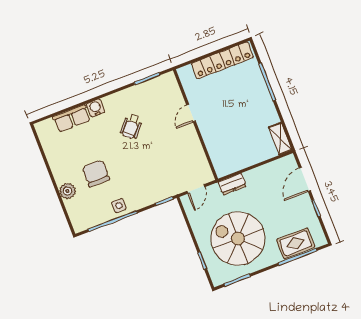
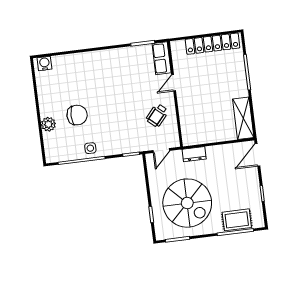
water cooler: (96, 108) -> (44, 63), moved
row of seats: (72, 118) -> (162, 58), moved, turned 90
wheelchair: (131, 126) -> (157, 115), moved
shelving: (280, 139) -> (243, 118), width x1.50, depth x1.33
chair: (96, 173) -> (77, 115), turned 90
door: (305, 179) -> (257, 155), moved
spiral stairs: (238, 239) -> (187, 203), turned 180

